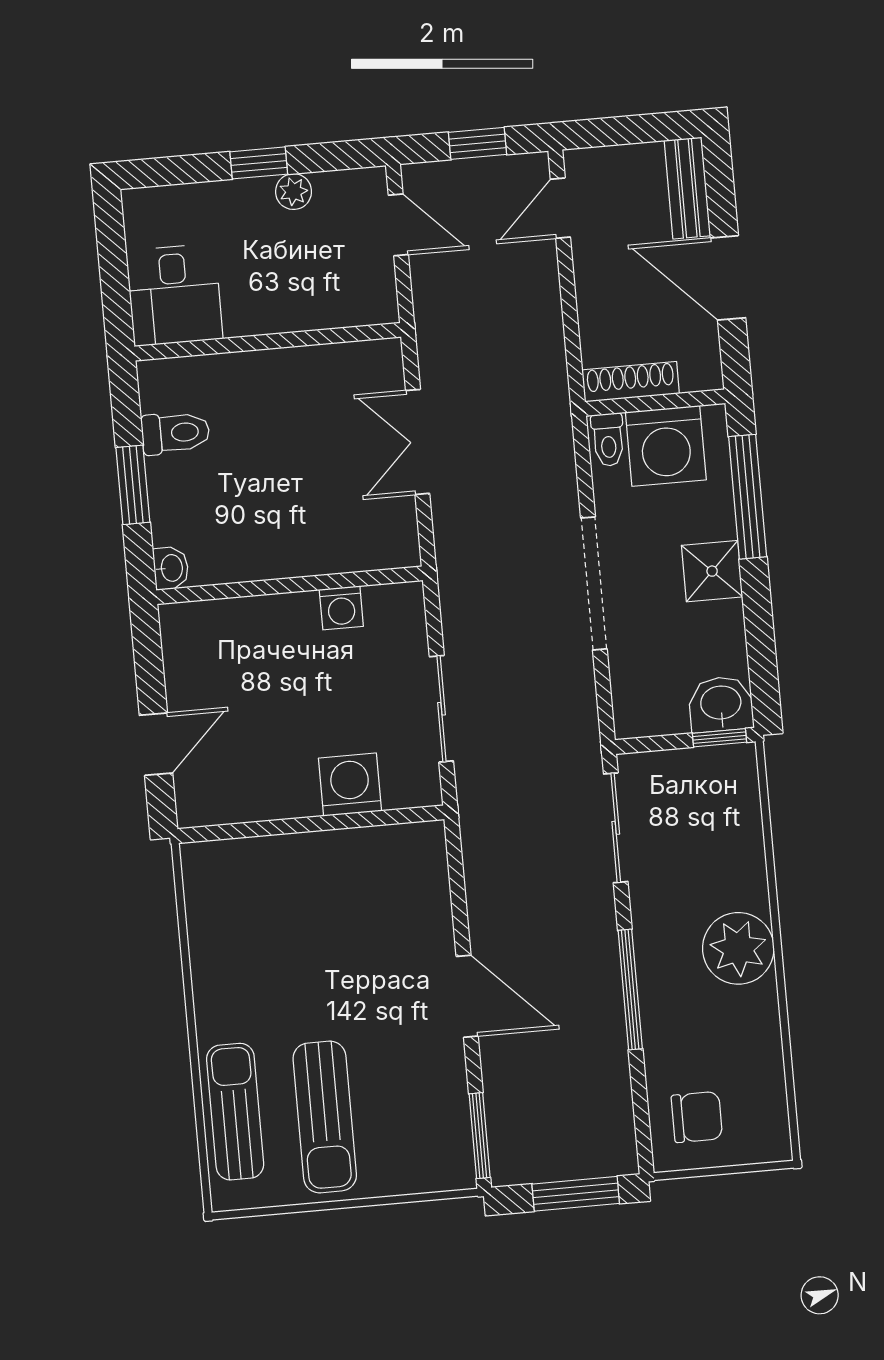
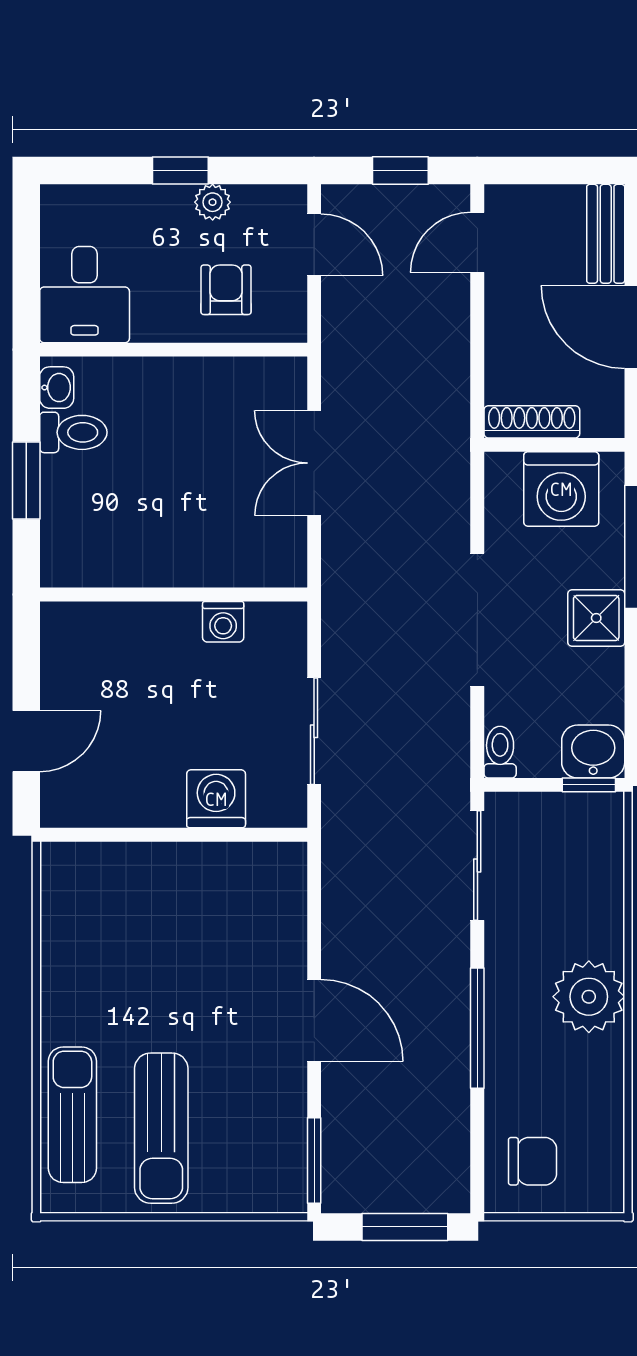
armchair: (315, 278) -> (226, 290), added
toilet: (608, 440) -> (500, 752), moved, turned 180
washbasin: (171, 568) -> (57, 388), moved

